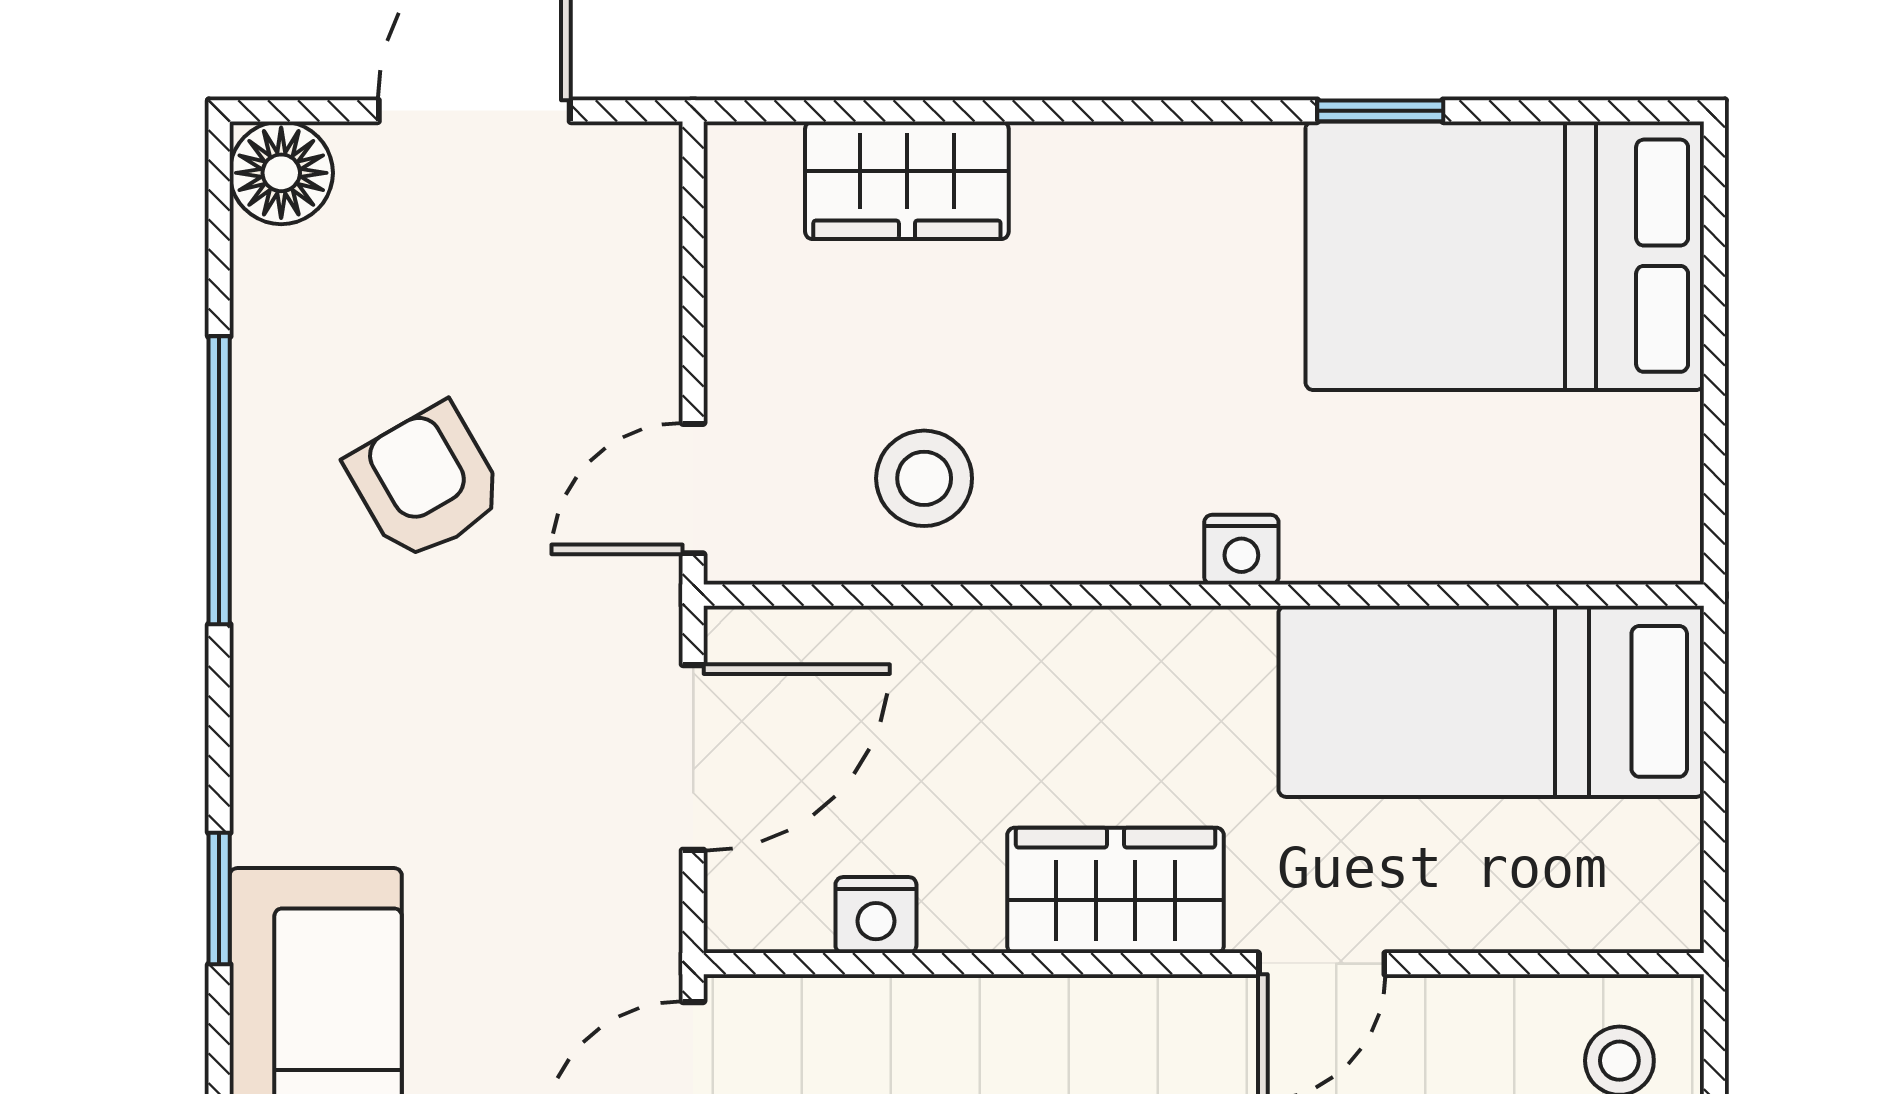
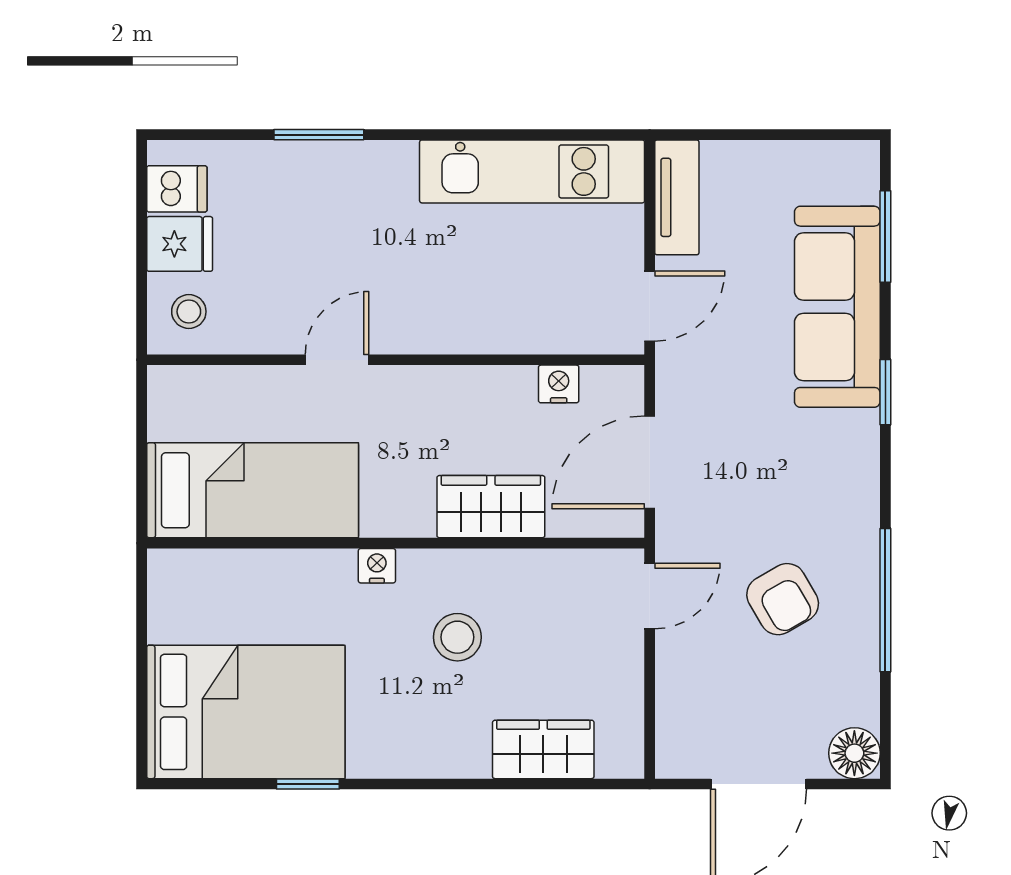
stool: (924, 478) -> (457, 637), moved
wardrobe: (1116, 890) -> (491, 507), moved, turned 180

